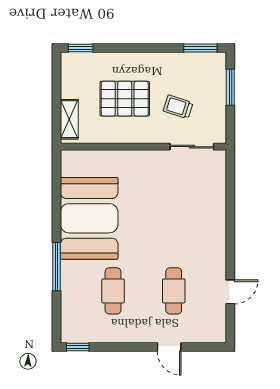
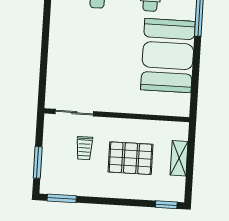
trolley: (178, 107) -> (84, 148), turned 72
shelving: (69, 119) -> (179, 158), moved

